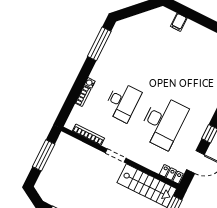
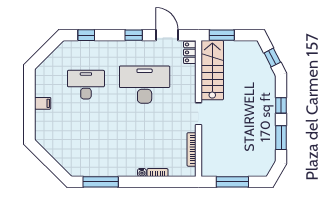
filing cabinet: (179, 22) -> (43, 103), moved
desk: (123, 102) -> (86, 85), moved

